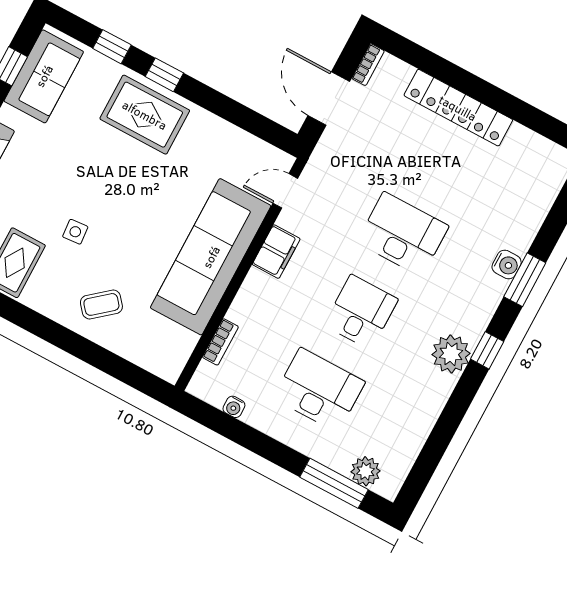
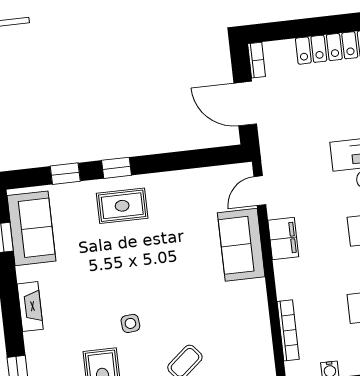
rug: (145, 115) -> (122, 206), width x0.73, depth x0.70
sofa: (211, 257) -> (241, 245), width x0.54, depth x0.79
bookcase: (220, 342) -> (288, 330), width x1.56

